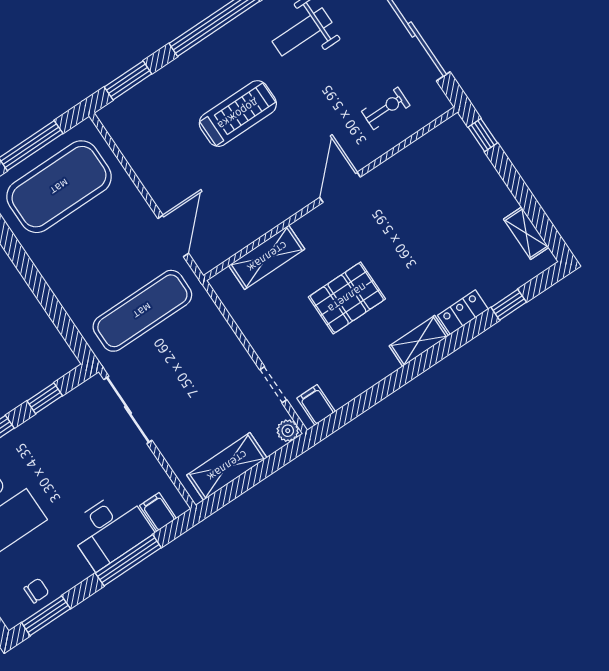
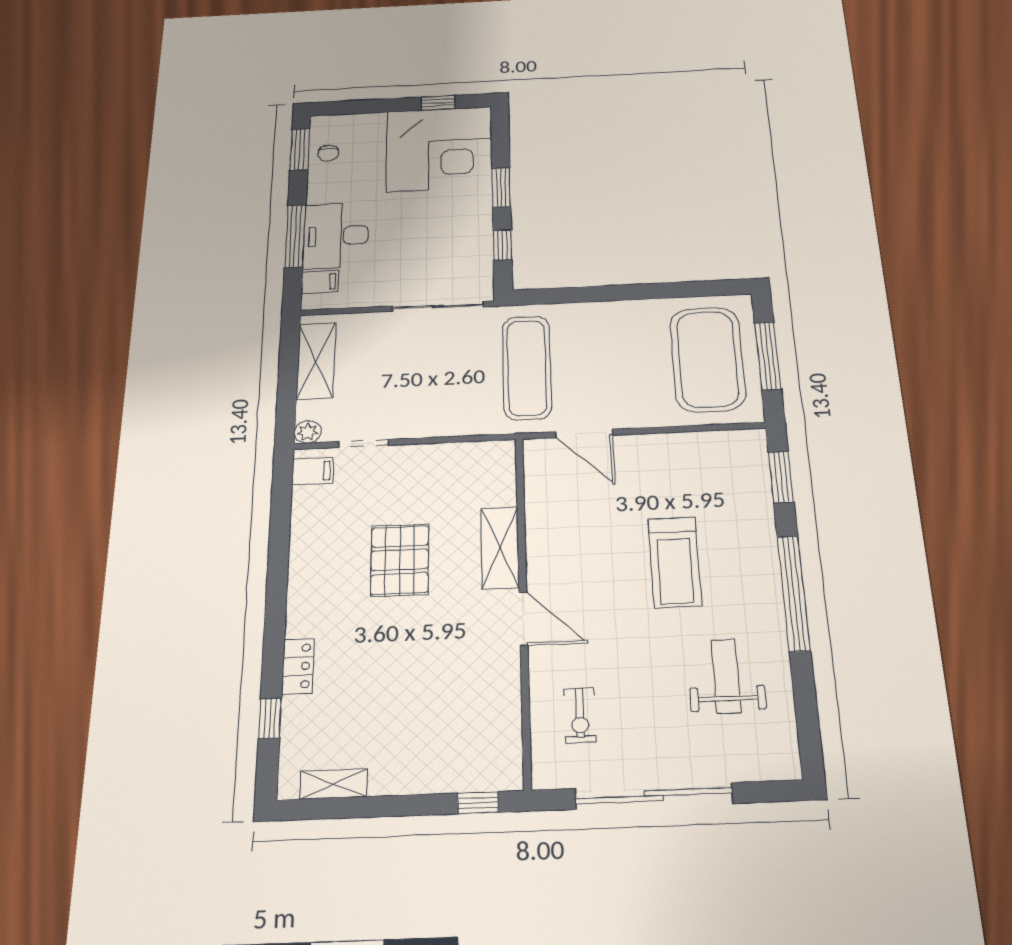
shelving: (267, 257) -> (500, 548), moved
shelving: (419, 341) -> (302, 605), removed

